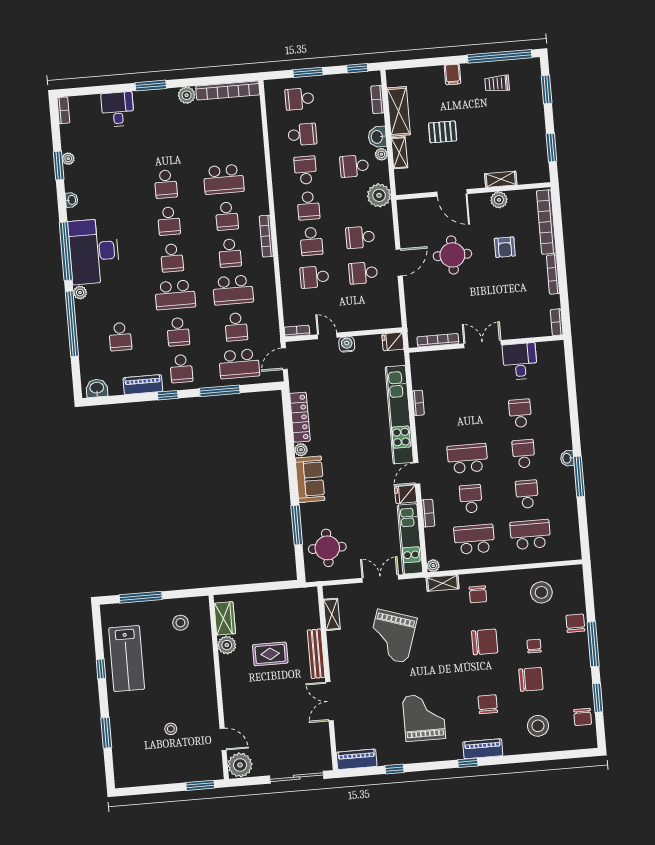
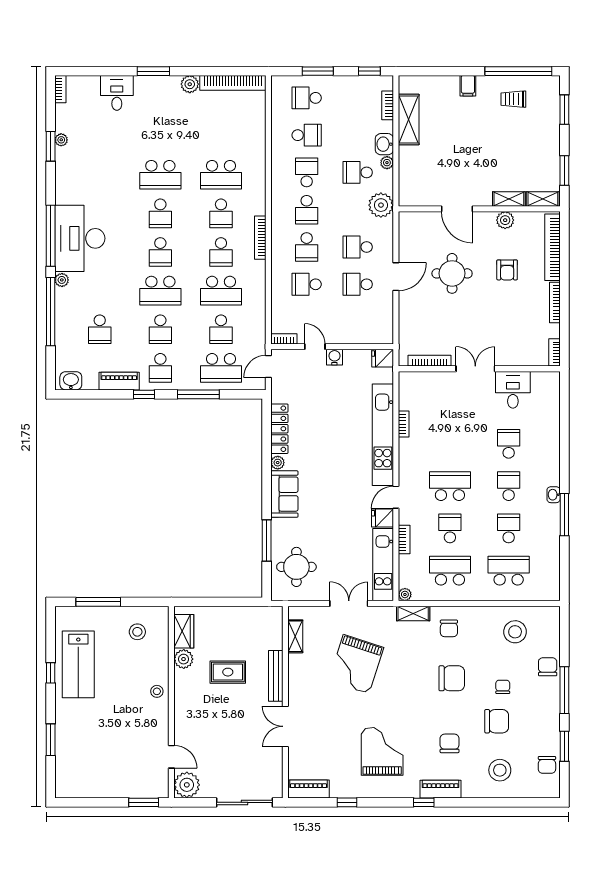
pallet: (443, 132) -> (453, 145), removed
shelving: (399, 153) -> (543, 199), moved, turned 90
school desk: (166, 184) -> (160, 175), width x1.85
washbasin: (71, 200) -> (61, 183), removed
stool: (171, 729) -> (157, 691), moved

